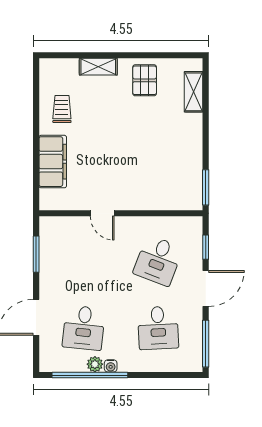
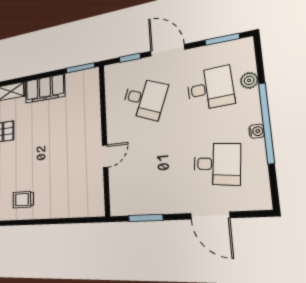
filing cabinet: (53, 162) -> (45, 89), moved, turned 180
window: (206, 344) -> (222, 39), width x0.69
plant: (95, 364) -> (249, 80), moved
window: (90, 375) -> (266, 123), moved

